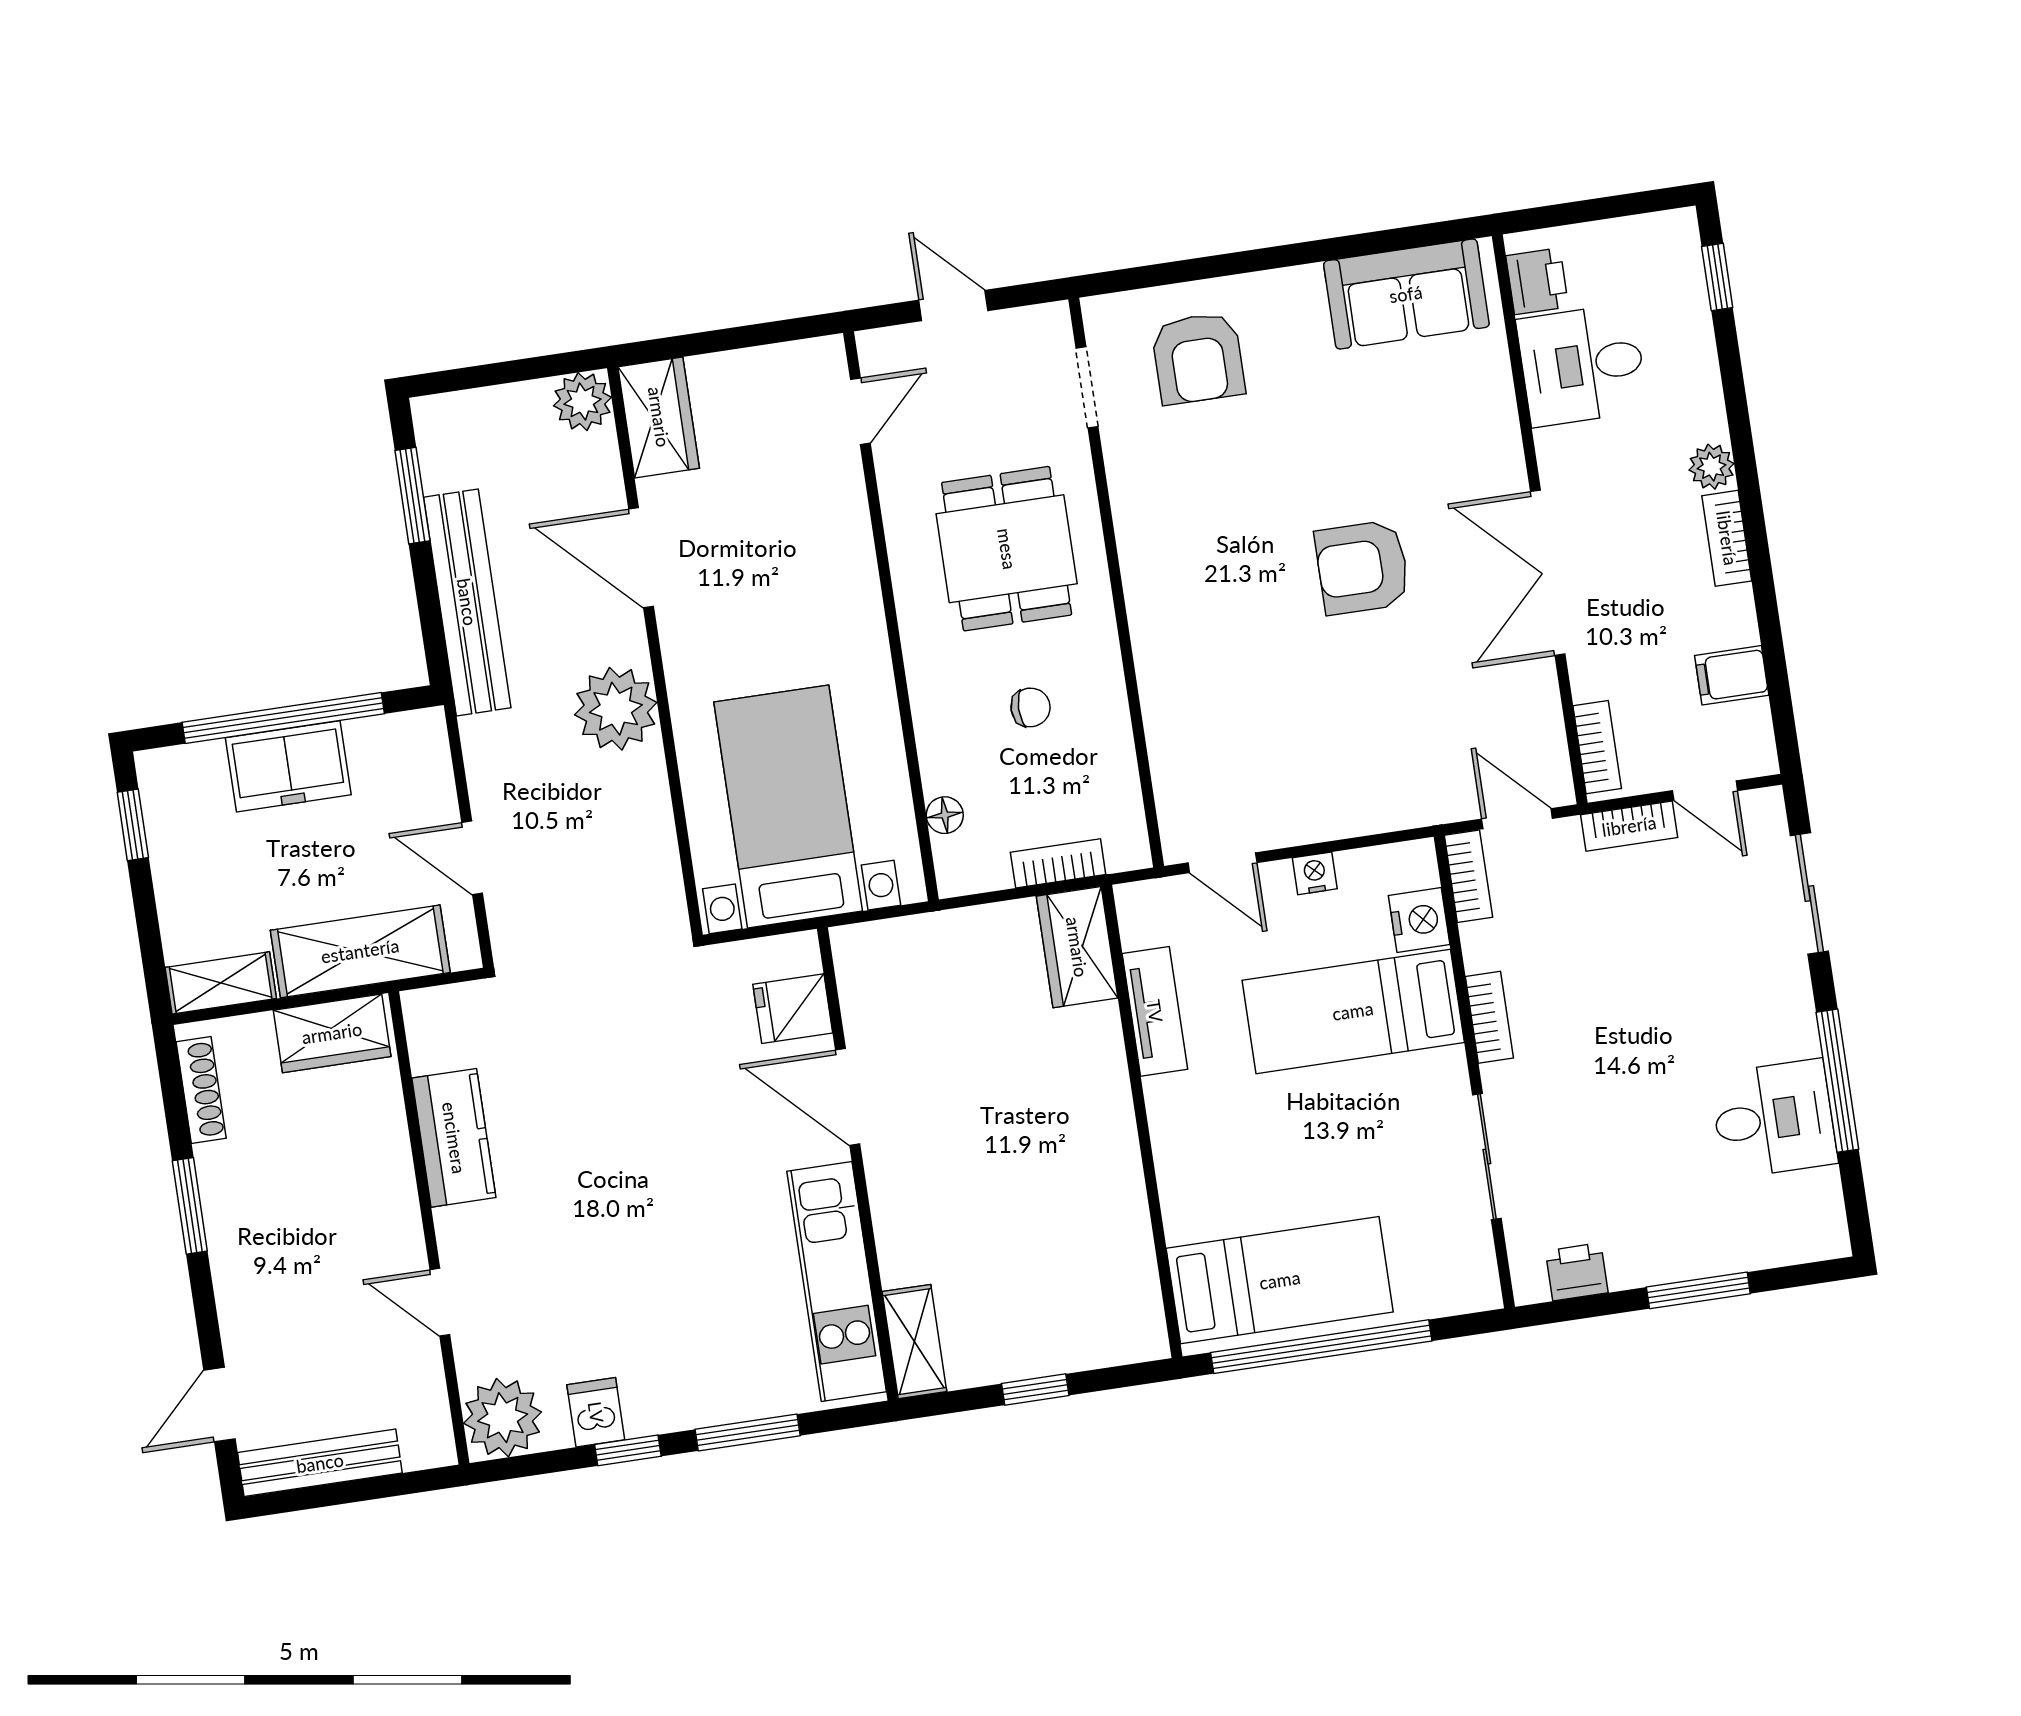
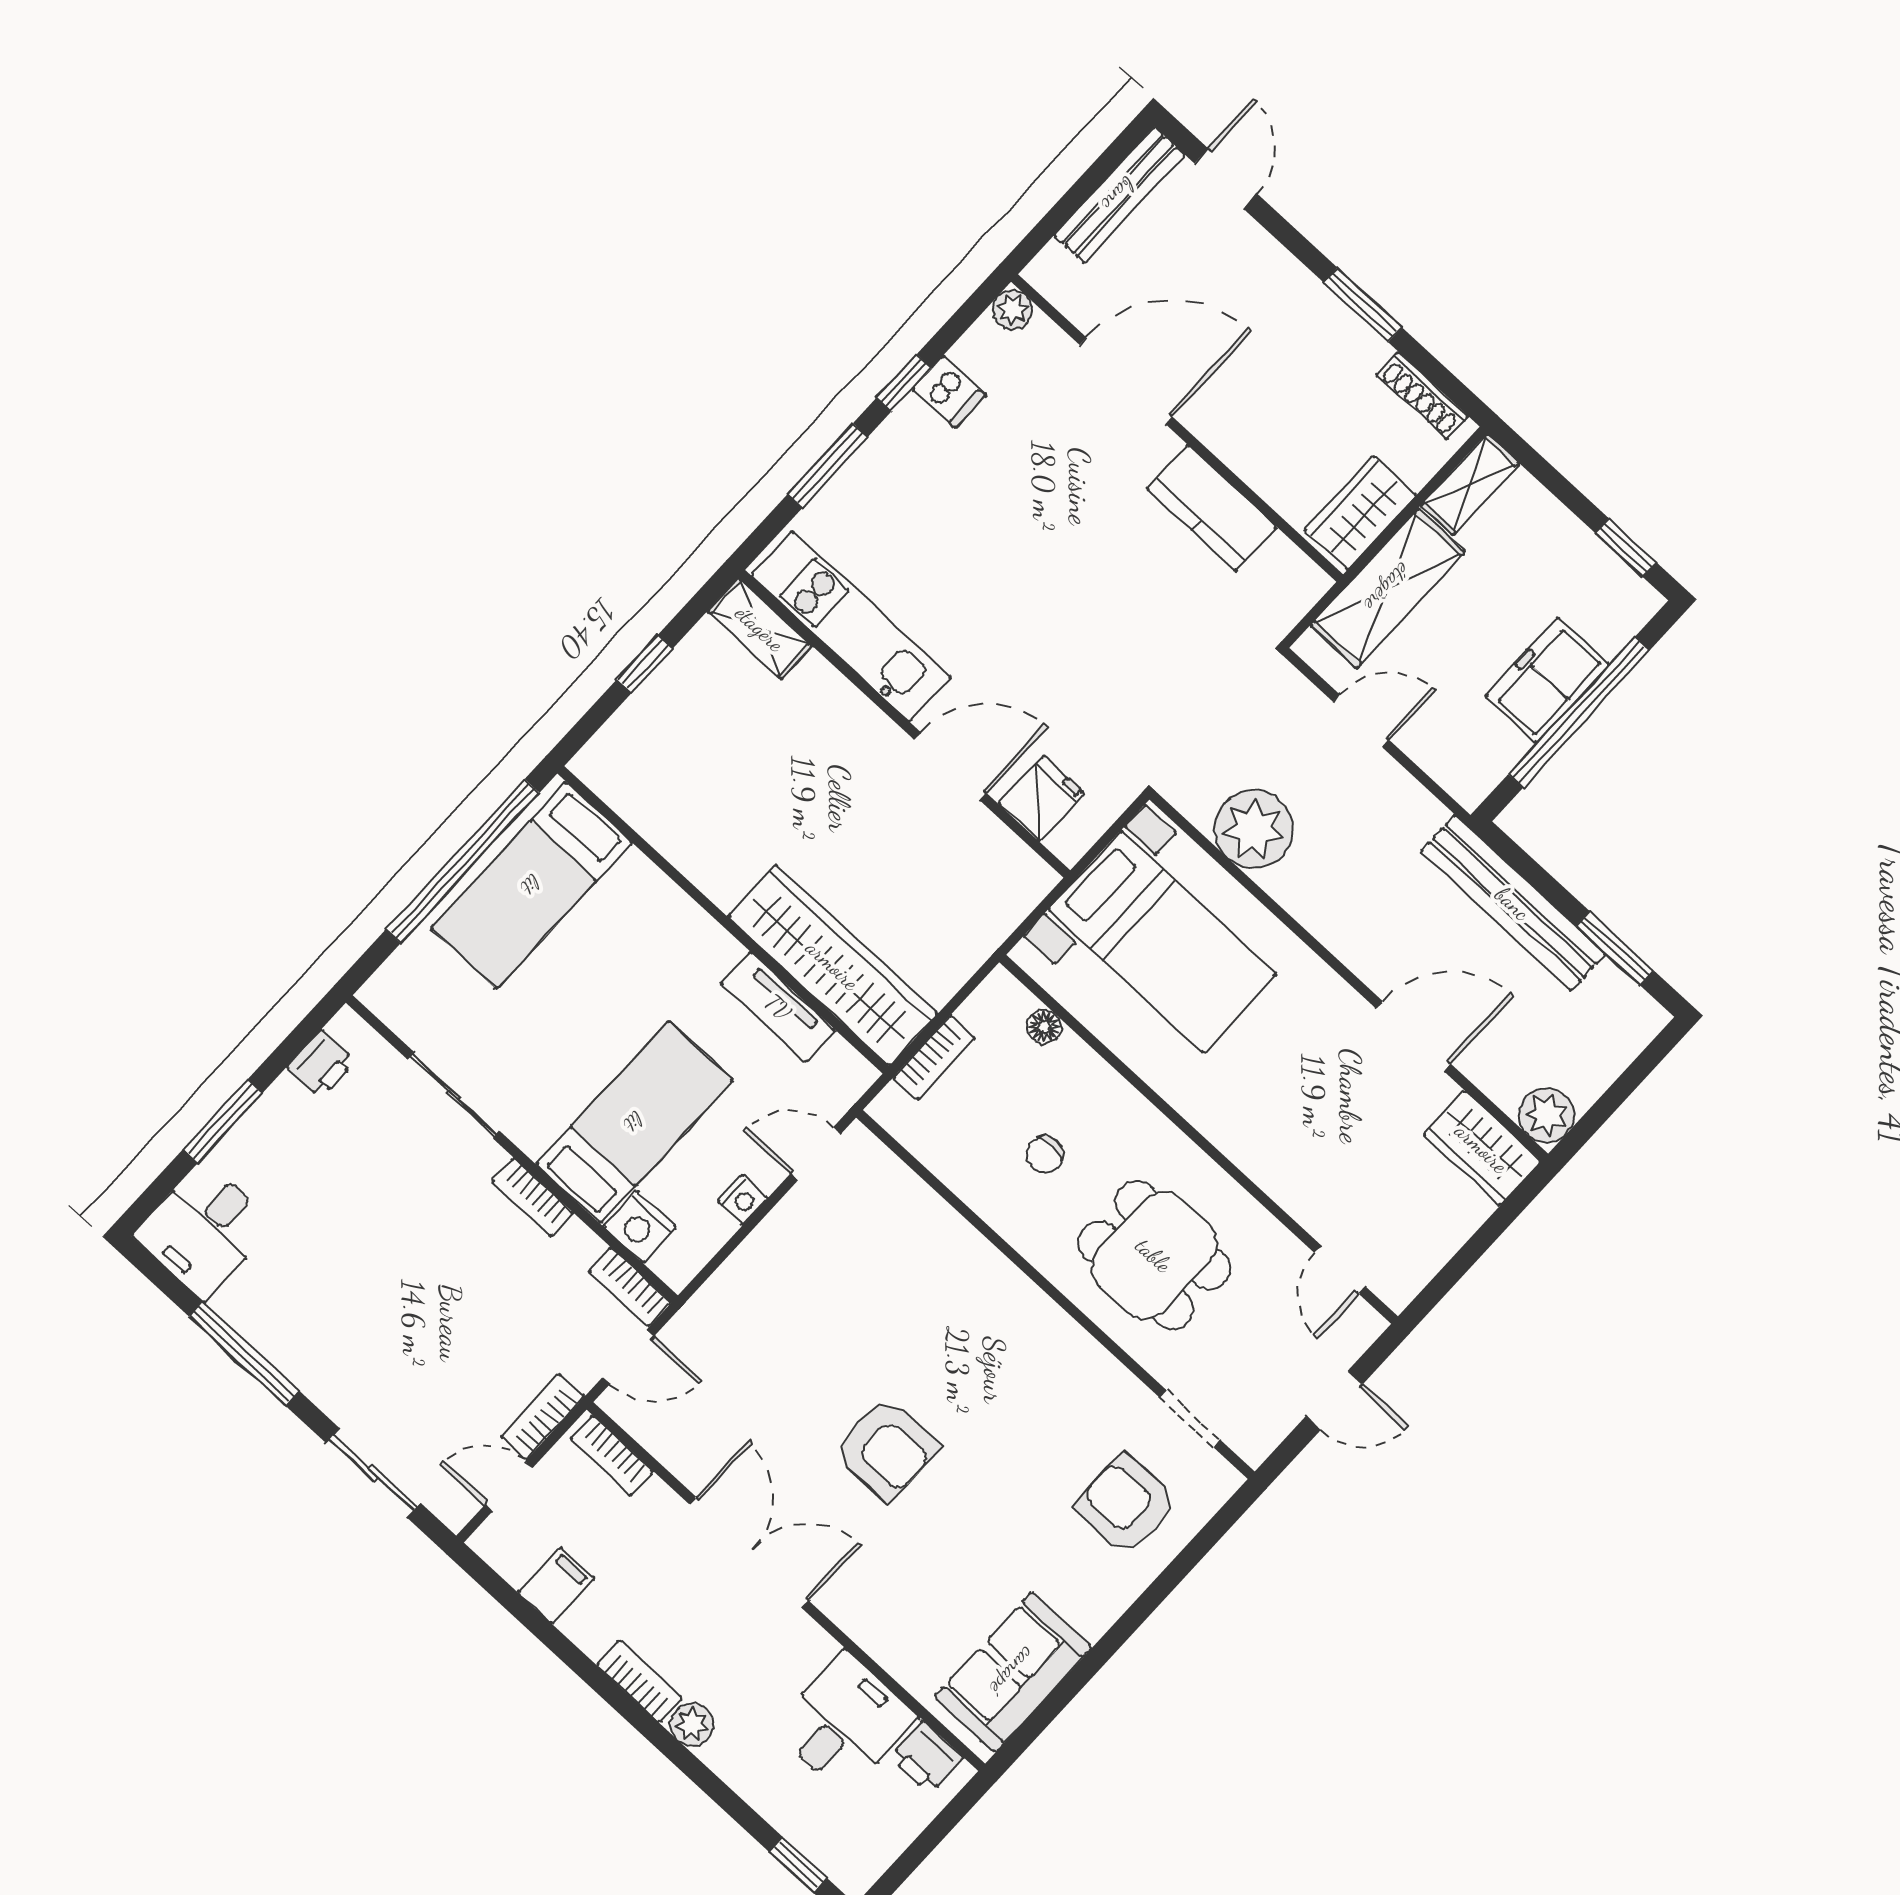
armchair: (1362, 567) -> (886, 1449), turned 90
plant: (616, 709) -> (1254, 829), moved
wardrobe: (1077, 947) -> (833, 965), width x2.10, depth x1.17
desk: (1774, 1119) -> (204, 1230), moved
door: (440, 1302) -> (1126, 381), width x1.88
plant: (503, 1418) -> (1013, 310), width x0.53, depth x0.53

